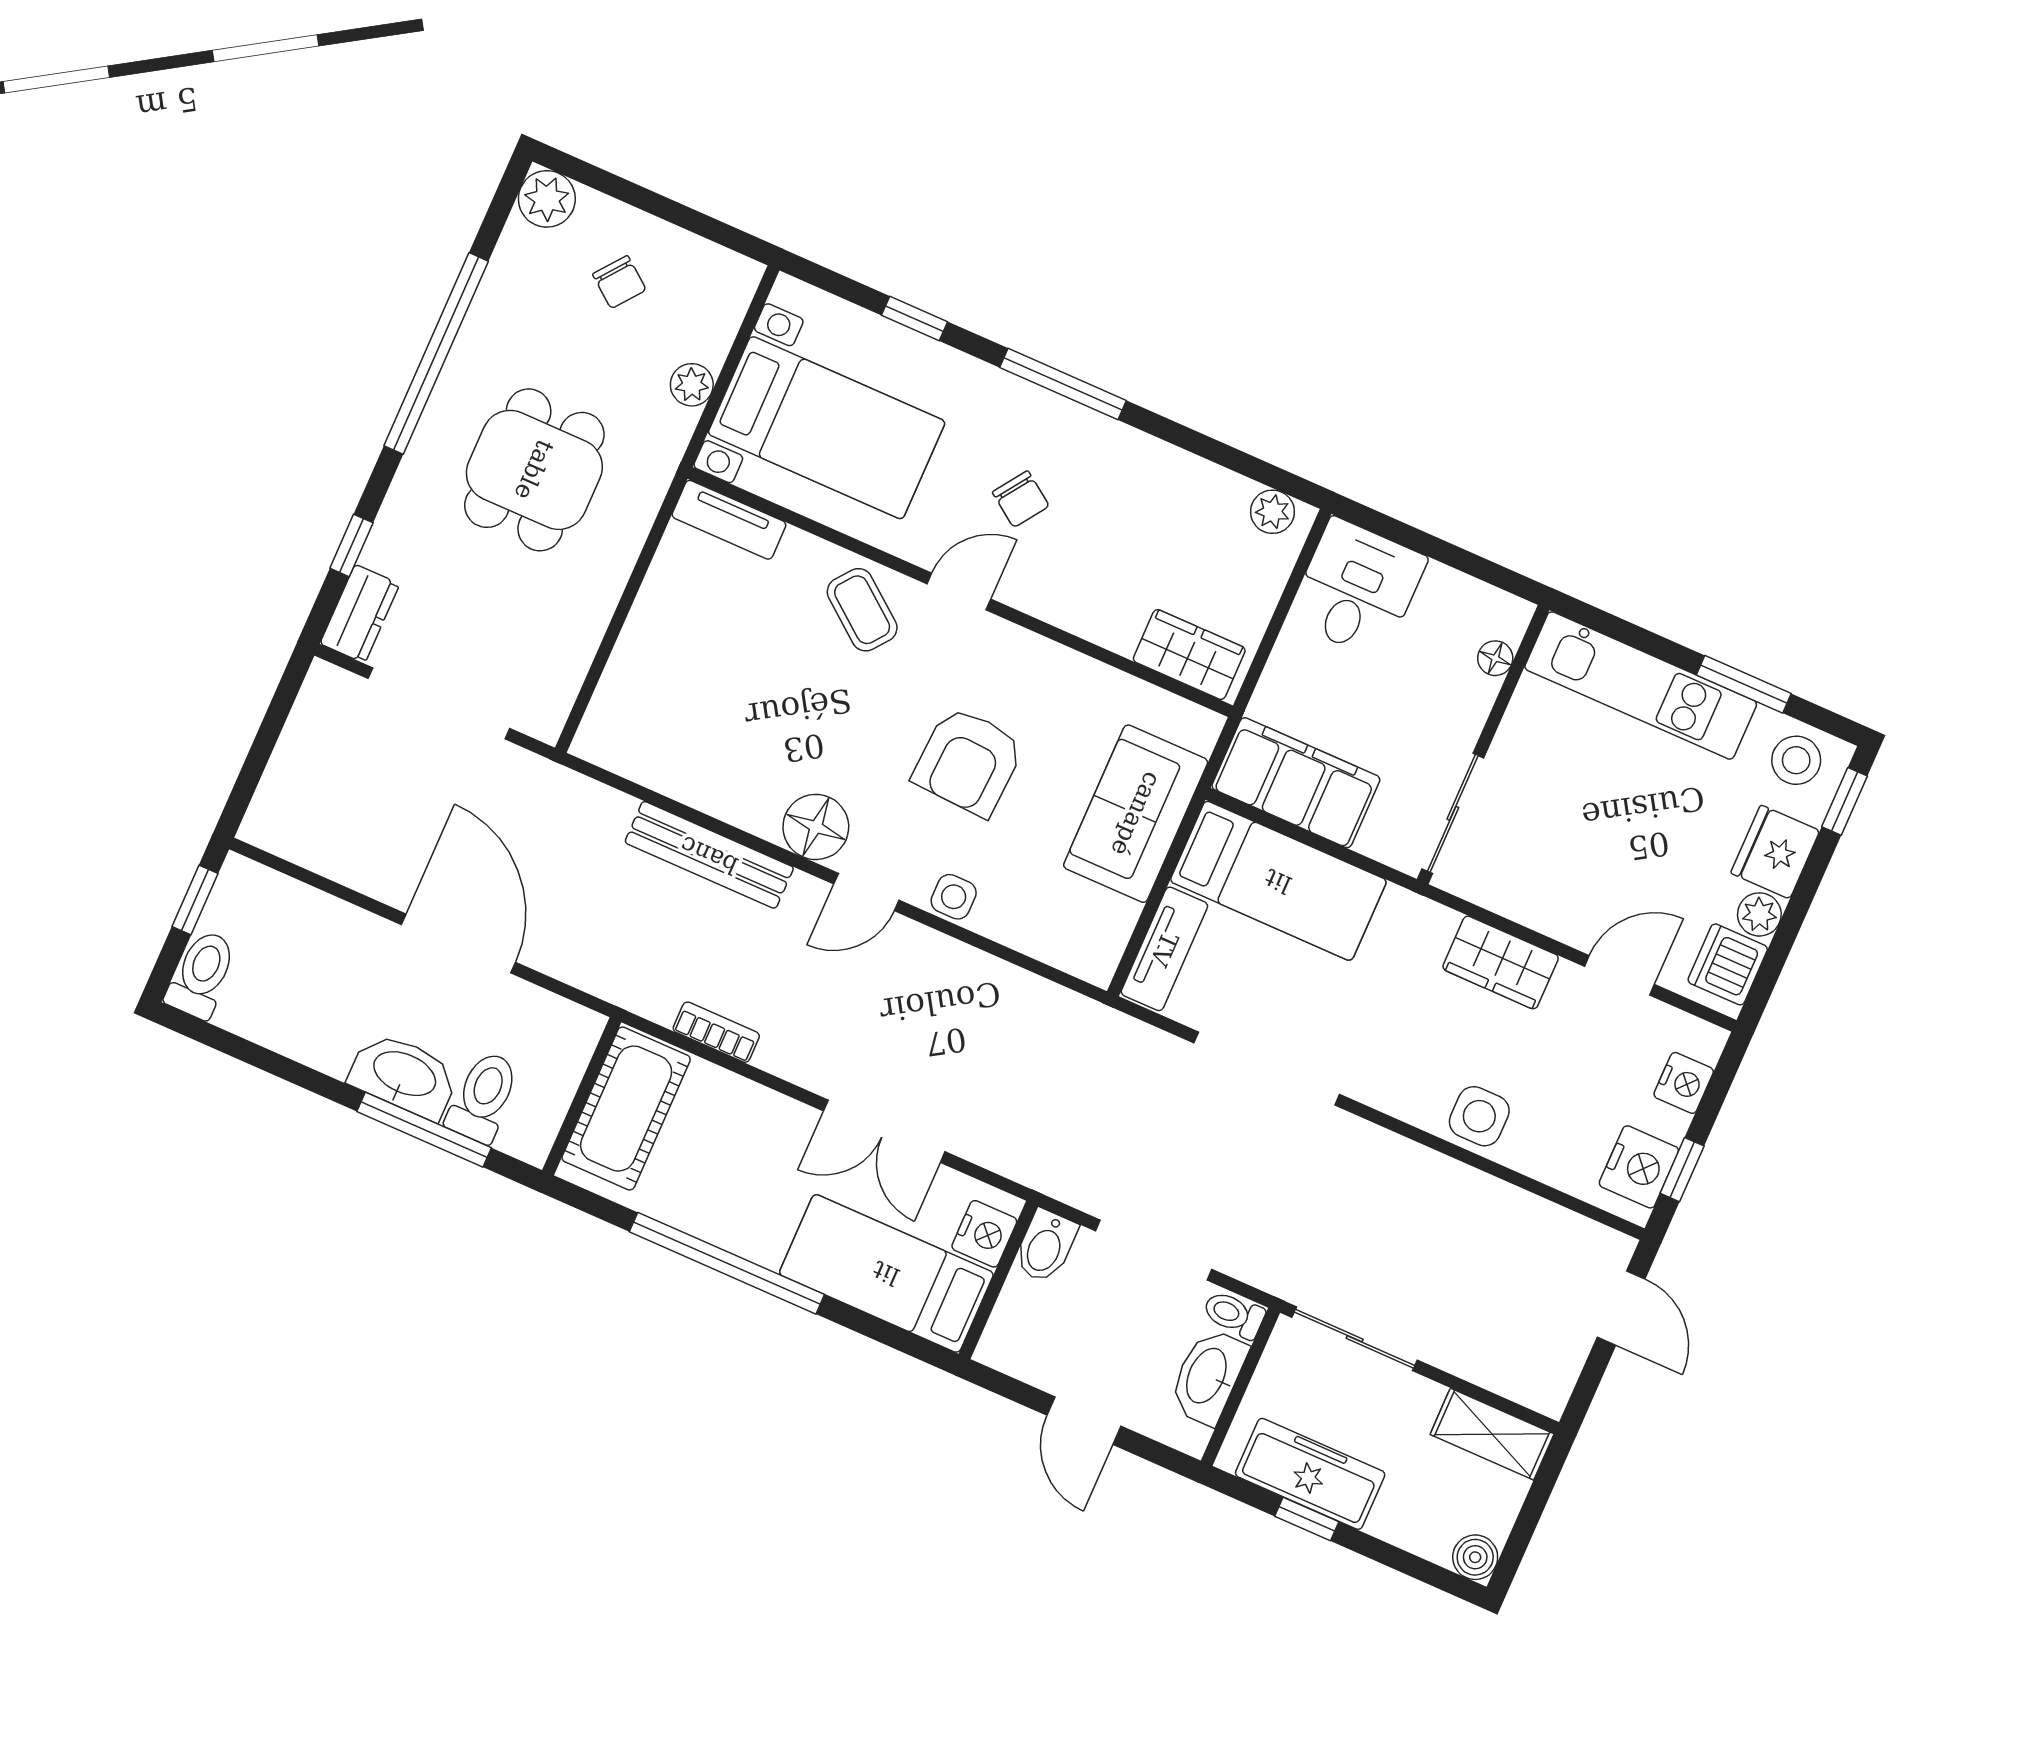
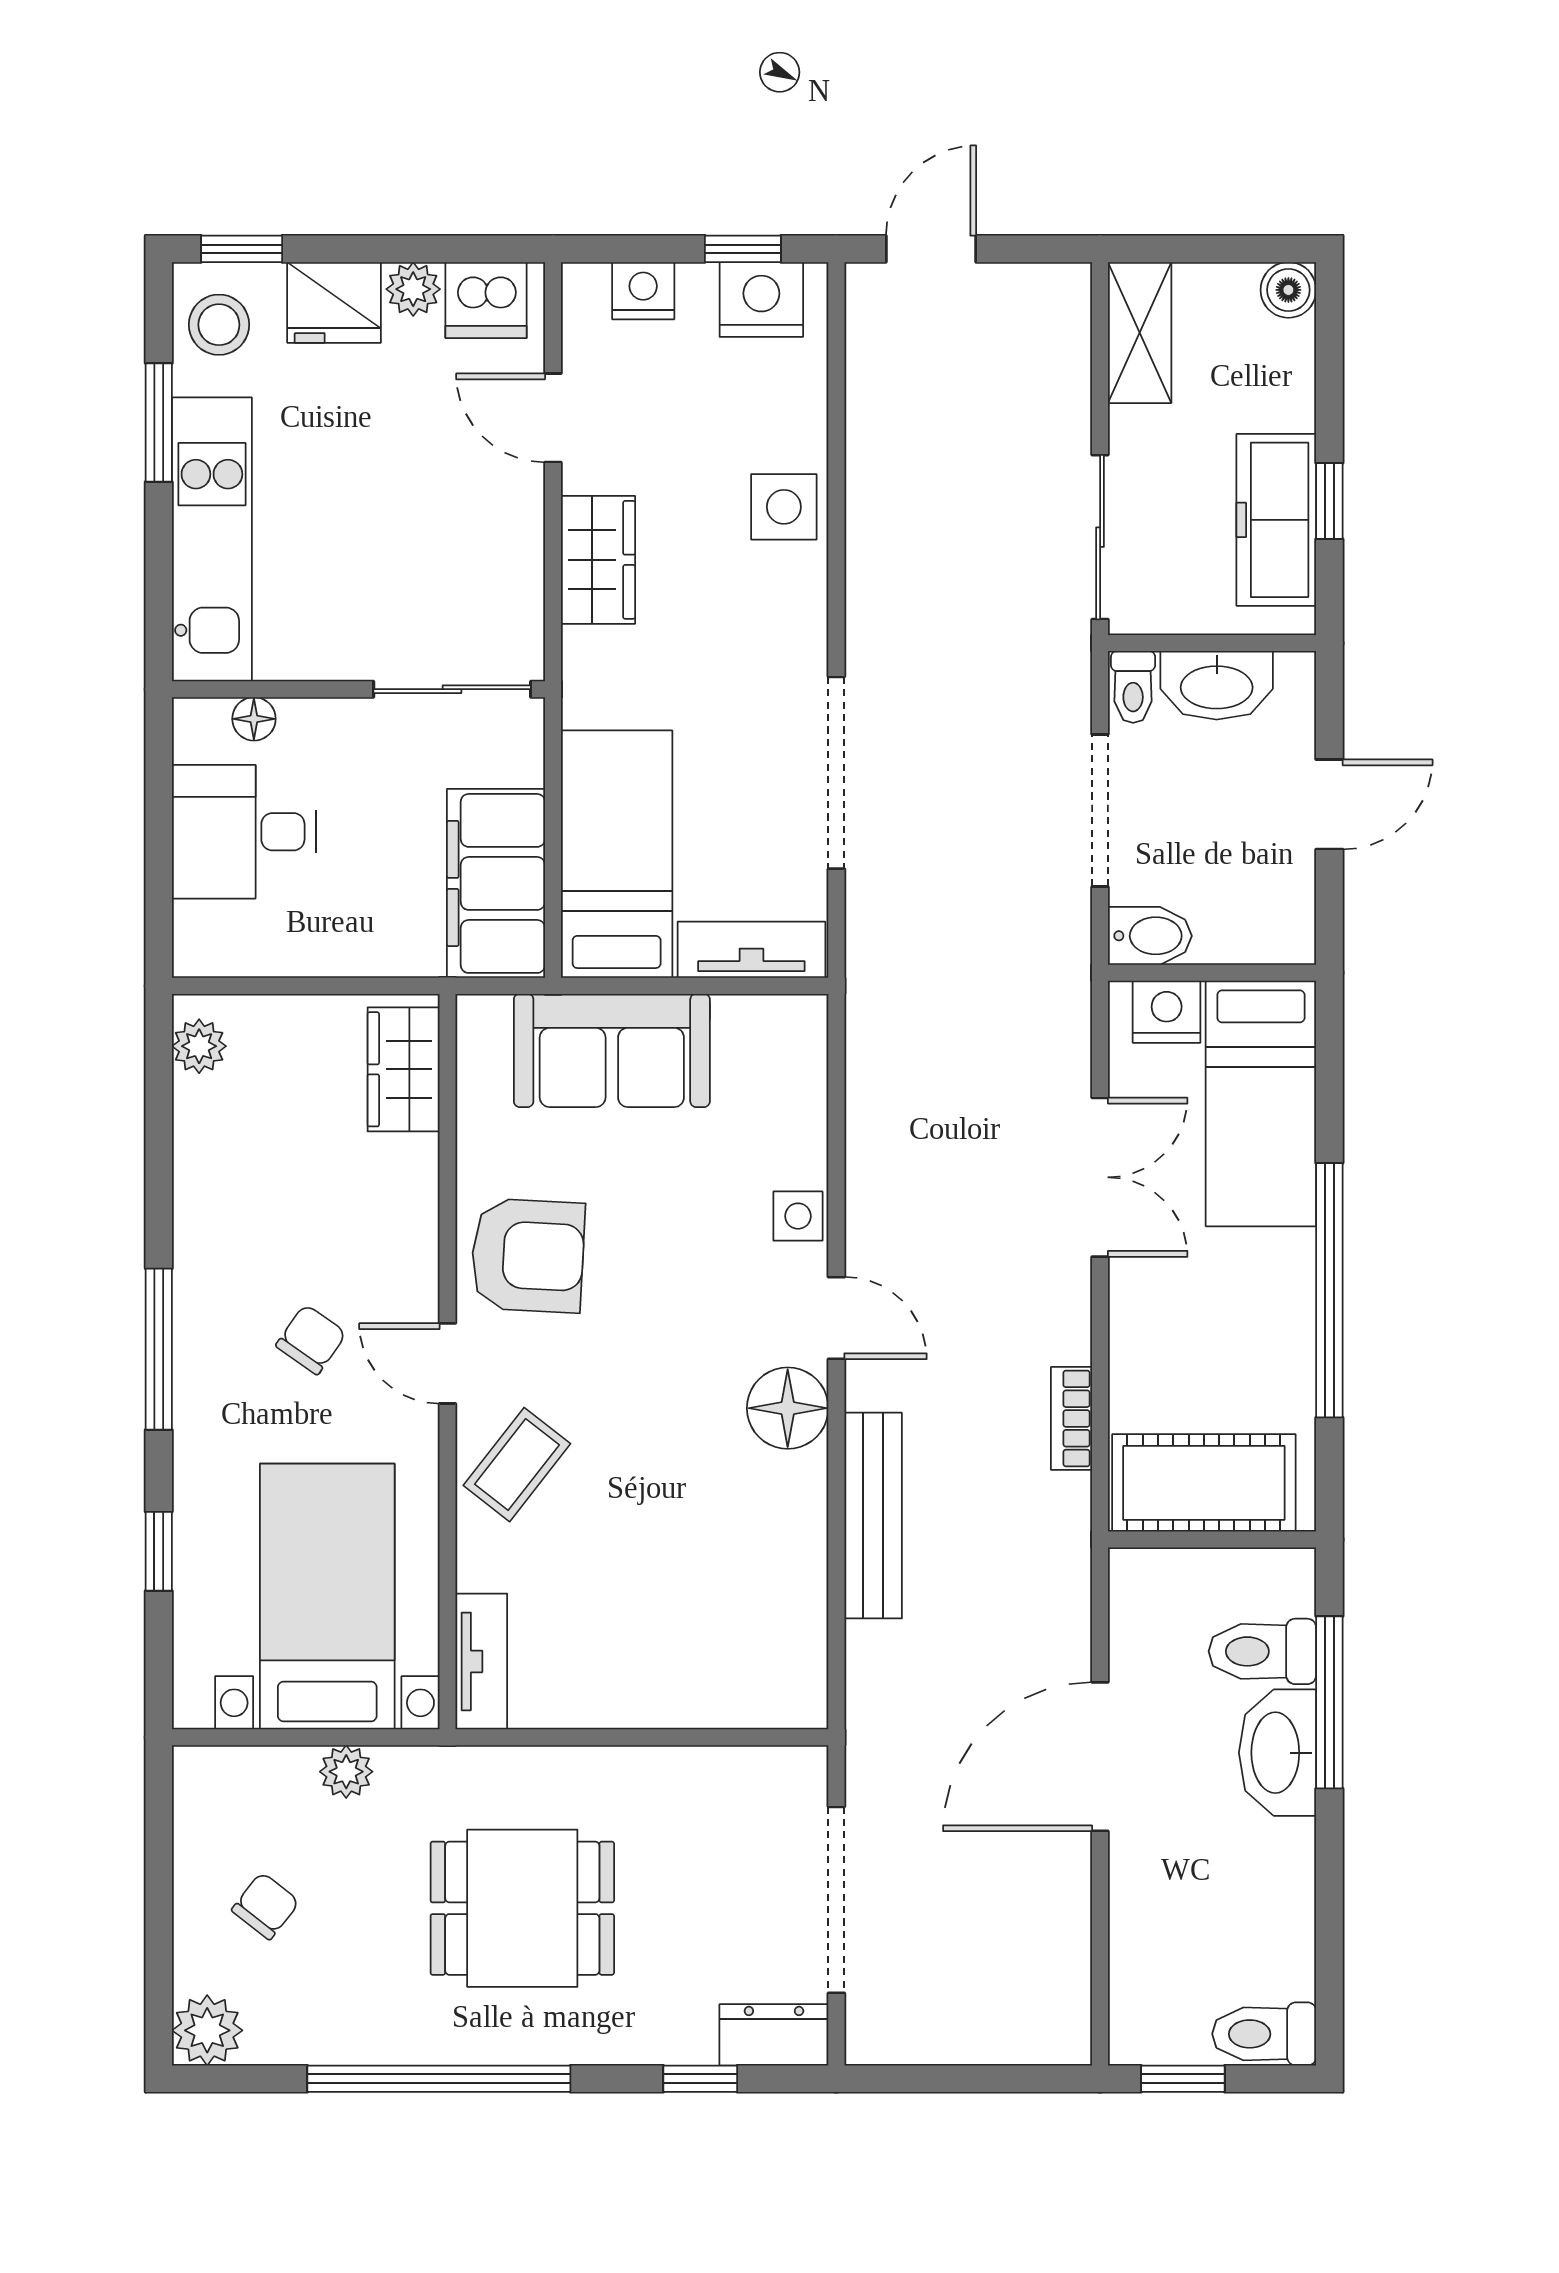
desk: (1357, 589) -> (244, 832), moved
armchair: (968, 761) -> (528, 1255), moved

